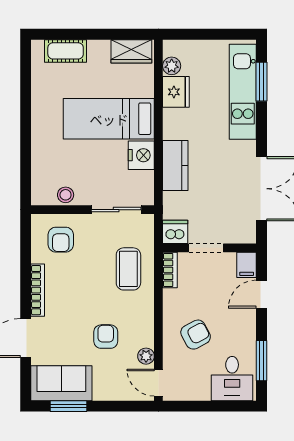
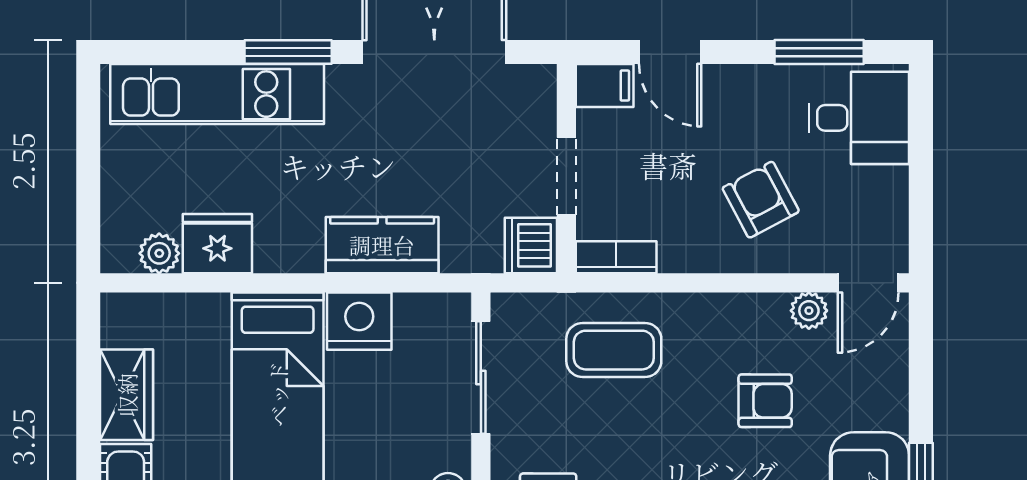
wardrobe: (131, 51) -> (127, 395), moved
window: (262, 82) -> (288, 52), moved
armchair: (106, 337) -> (765, 401), turned 180

